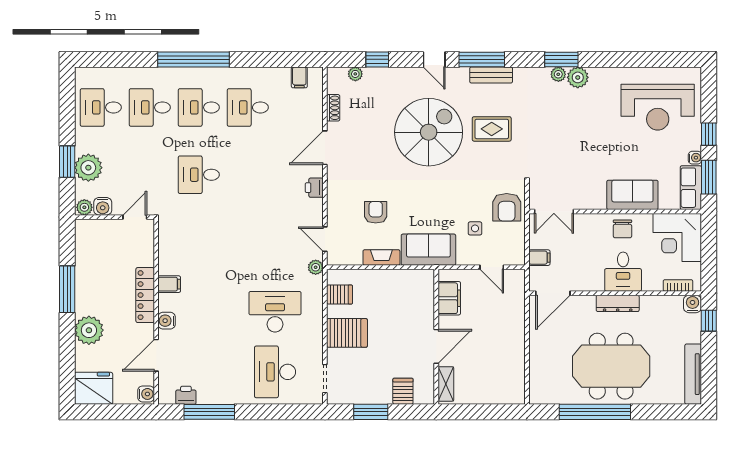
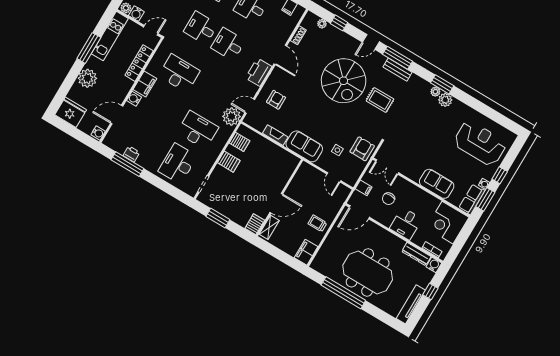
door: (434, 59) -> (371, 42), hinge flipped
reception desk: (658, 107) -> (480, 143), turned 180
spiral stairs: (429, 132) -> (344, 81), turned 90
door: (325, 148) -> (280, 55), swing flipped
desk: (248, 175) -> (228, 44), added
printer: (314, 188) -> (259, 72), width x1.87, depth x1.48
armchair: (507, 207) -> (362, 149), turned 180
armchair: (376, 212) -> (276, 100), moved
chair: (622, 229) -> (389, 199), moved
door: (325, 239) -> (250, 106), hinge flipped
desk: (206, 252) -> (179, 73), added
kitchen unit: (85, 257) -> (110, 36), added
plant: (316, 267) -> (232, 116), width x1.87, depth x1.87
filing cabinet: (169, 284) -> (145, 84), width x2.00
locker: (145, 295) -> (139, 63), moved
filing cabinet: (449, 298) -> (306, 252), moved, turned 180
dresser: (618, 303) -> (416, 254), moved
window: (709, 321) -> (430, 292), moved
server rack: (347, 333) -> (229, 162), width x0.73, depth x0.70
trolley: (506, 341) -> (317, 223), added
server rack: (403, 391) -> (255, 224), moved
printer: (186, 395) -> (131, 154), moved

